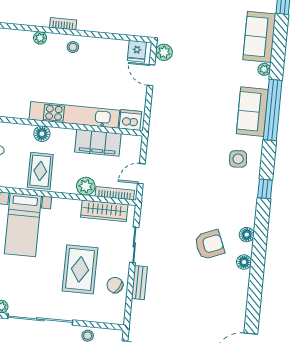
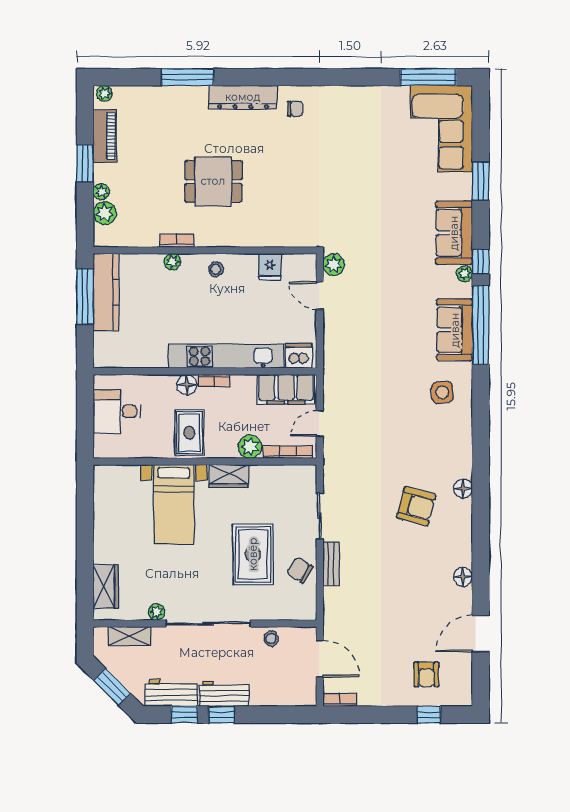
bookcase: (63, 24) -> (177, 241), moved
fridge: (137, 51) -> (270, 267), moved
bookcase: (63, 133) -> (214, 381), added
filing cabinet: (98, 143) -> (286, 389), moved
window: (265, 189) -> (481, 262), moved
wardrobe: (104, 211) -> (229, 476), moved, width x0.67
armchair: (209, 245) -> (416, 506), turned 37
floor lamp: (244, 262) -> (463, 577), moved

